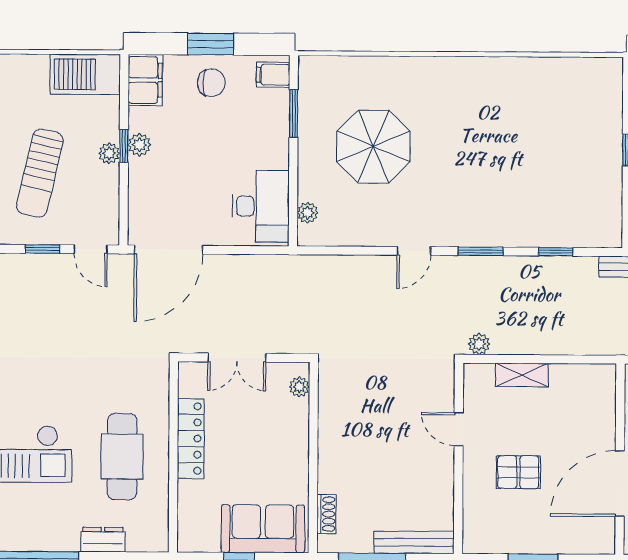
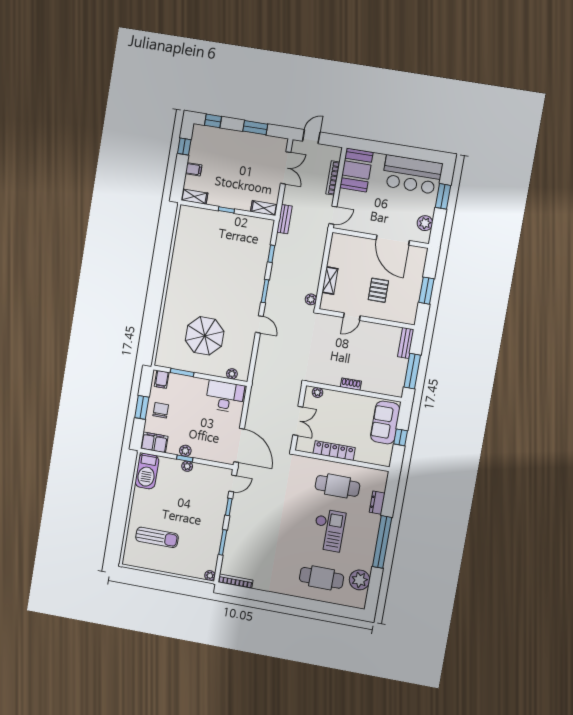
sun lounger: (40, 173) -> (191, 502), removed
shoe rack: (326, 514) -> (351, 384), moved
bench: (414, 542) -> (406, 343), width x0.73

